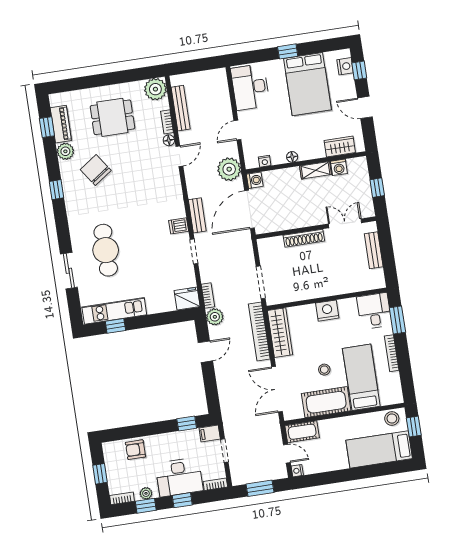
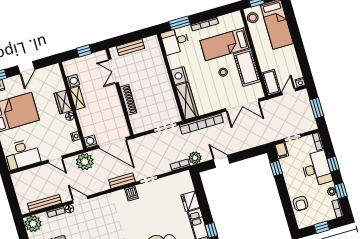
wardrobe: (340, 147) -> (63, 102), moved
fridge: (187, 299) -> (190, 201), moved
wardrobe: (280, 333) -> (187, 101), moved, turned 90

